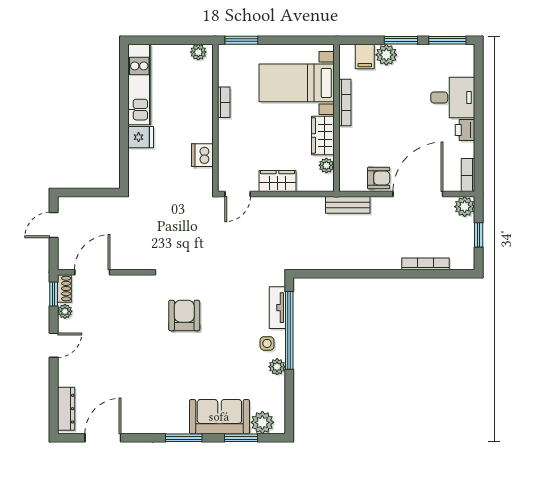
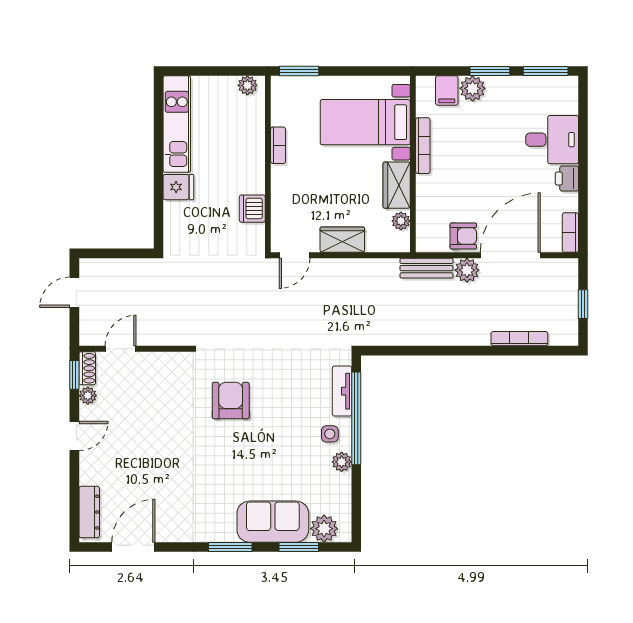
plant: (465, 207) -> (467, 270), moved
door: (92, 272) -> (121, 349), width x0.73

